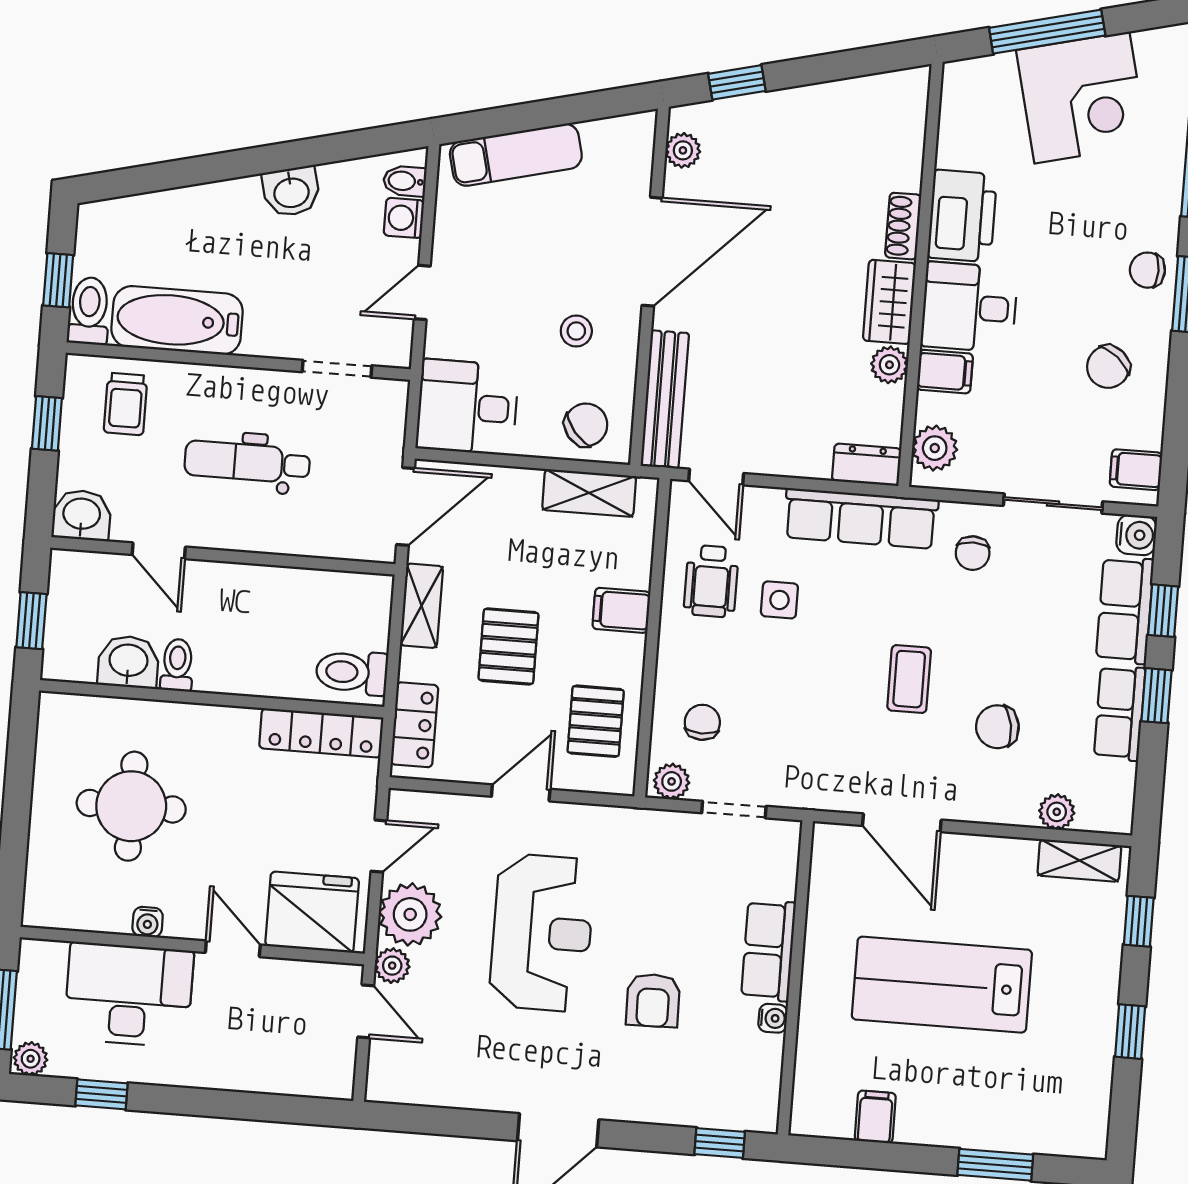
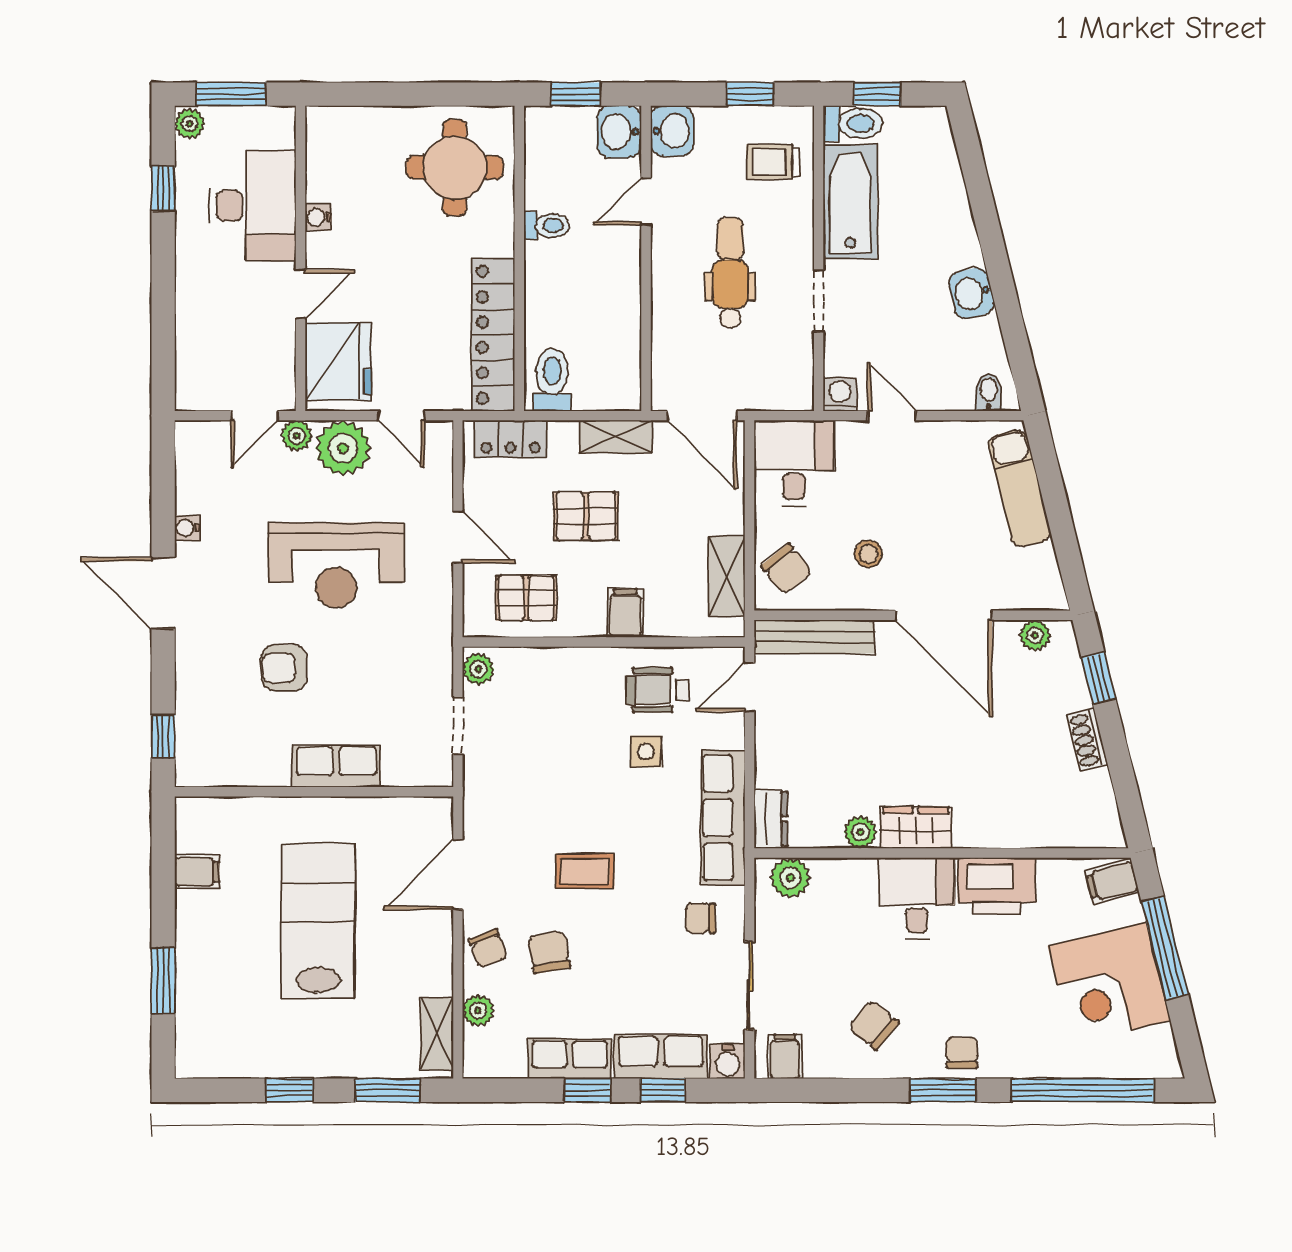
washing machine: (404, 218) -> (840, 394), moved
shoe rack: (903, 226) -> (1087, 740), moved, turned -104
doorway: (337, 369) -> (819, 301), moved
filing cabinet: (945, 372) -> (1112, 882), moved, turned 76
washbasin: (128, 662) -> (619, 132), moved, turned 180
chair: (702, 722) -> (488, 949), moved, turned 69
locker: (321, 733) -> (493, 335), width x1.41, depth x1.21
round table: (131, 806) -> (455, 168), moved
window: (1139, 921) -> (388, 1090), width x1.50
water cooler: (773, 1018) -> (187, 528), moved, turned 90

